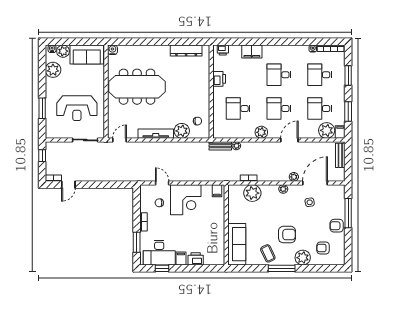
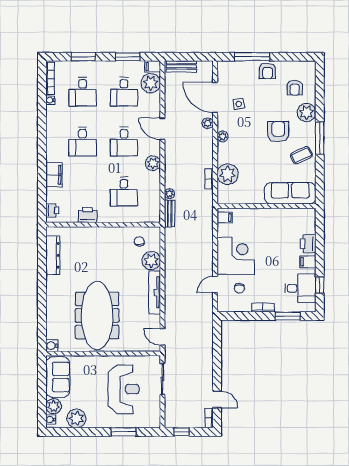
desk: (159, 253) -> (300, 288), width x0.73

